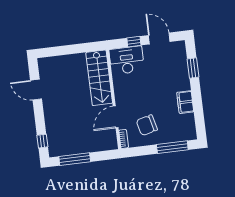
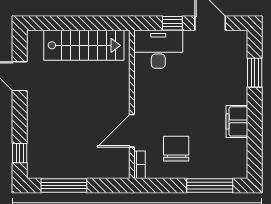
stairs: (99, 78) -> (84, 45), moved, turned -90
chair: (147, 125) -> (176, 149), turned 104

